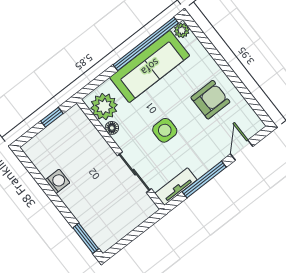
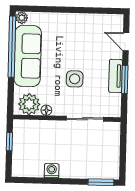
armchair: (210, 100) -> (79, 35), removed
window: (204, 179) -> (125, 79), width x0.69
tv unit: (176, 187) -> (115, 76), moved

